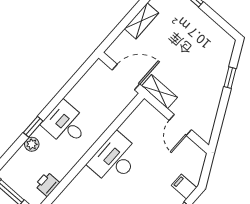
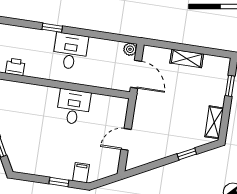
shelving: (160, 92) -> (214, 122), moved
plant: (32, 144) -> (130, 49), moved
desk: (115, 159) -> (73, 107), width x0.73

